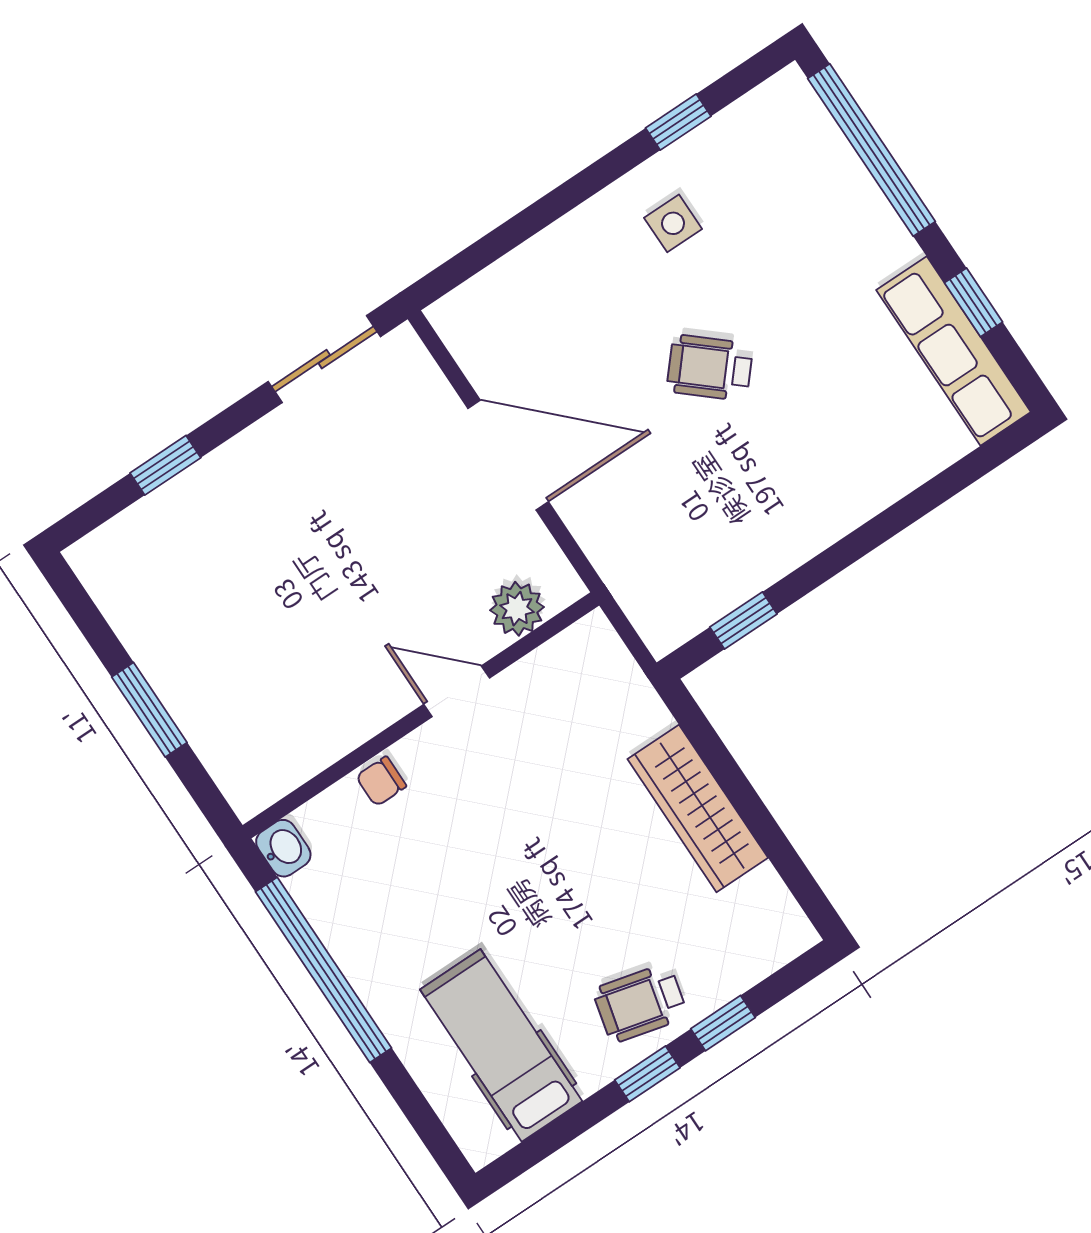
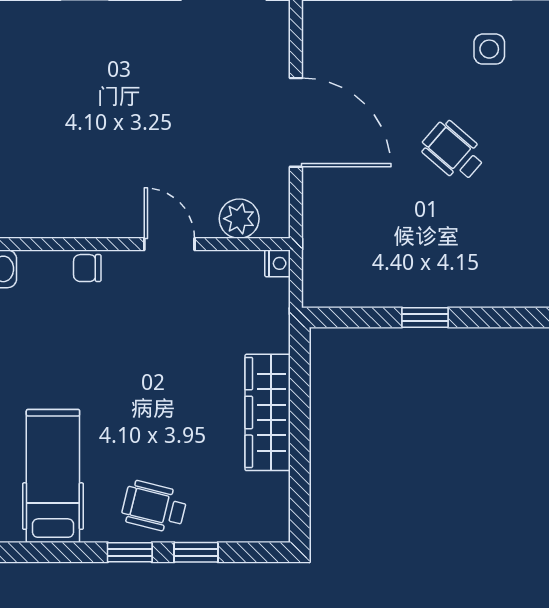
window: (743, 620) -> (425, 317), moved
nightstand: (595, 630) -> (278, 263), added

